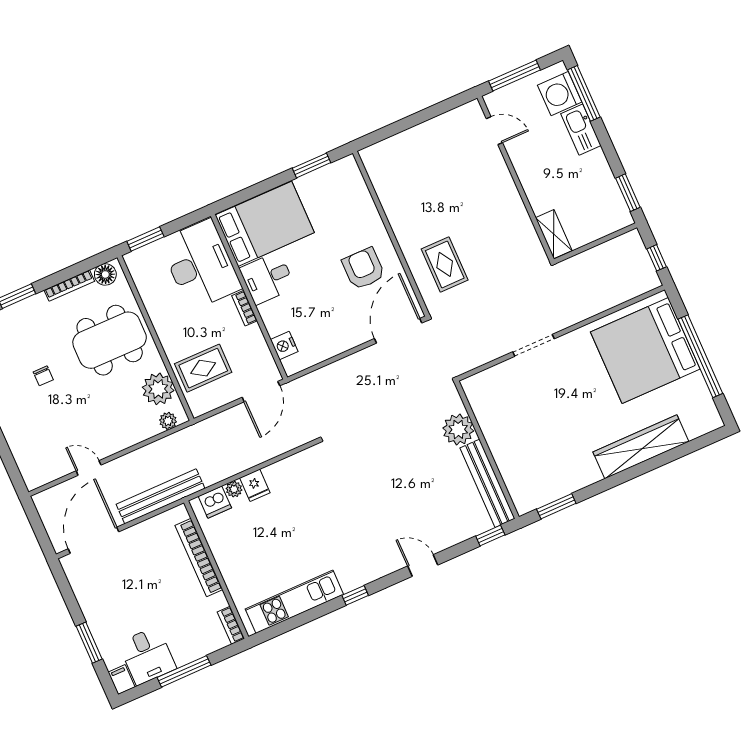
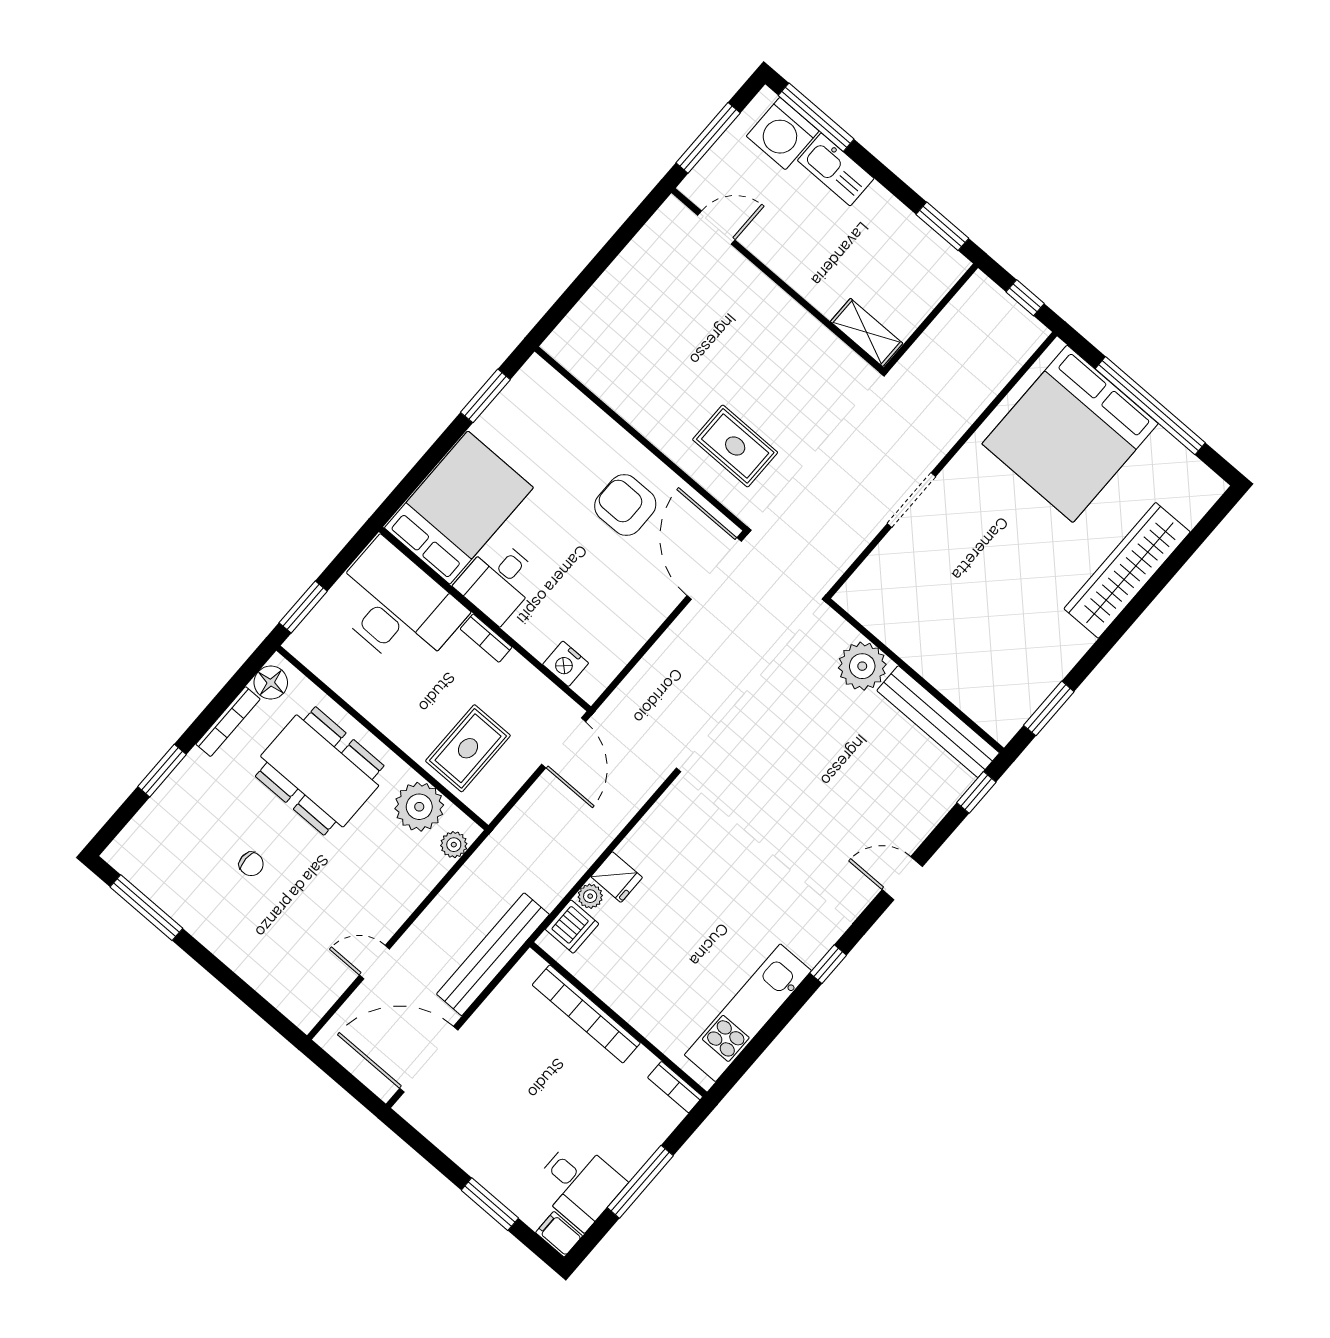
dining table: (110, 340) -> (320, 771), turned 90
door: (93, 540) -> (429, 1059), hinge flipped

